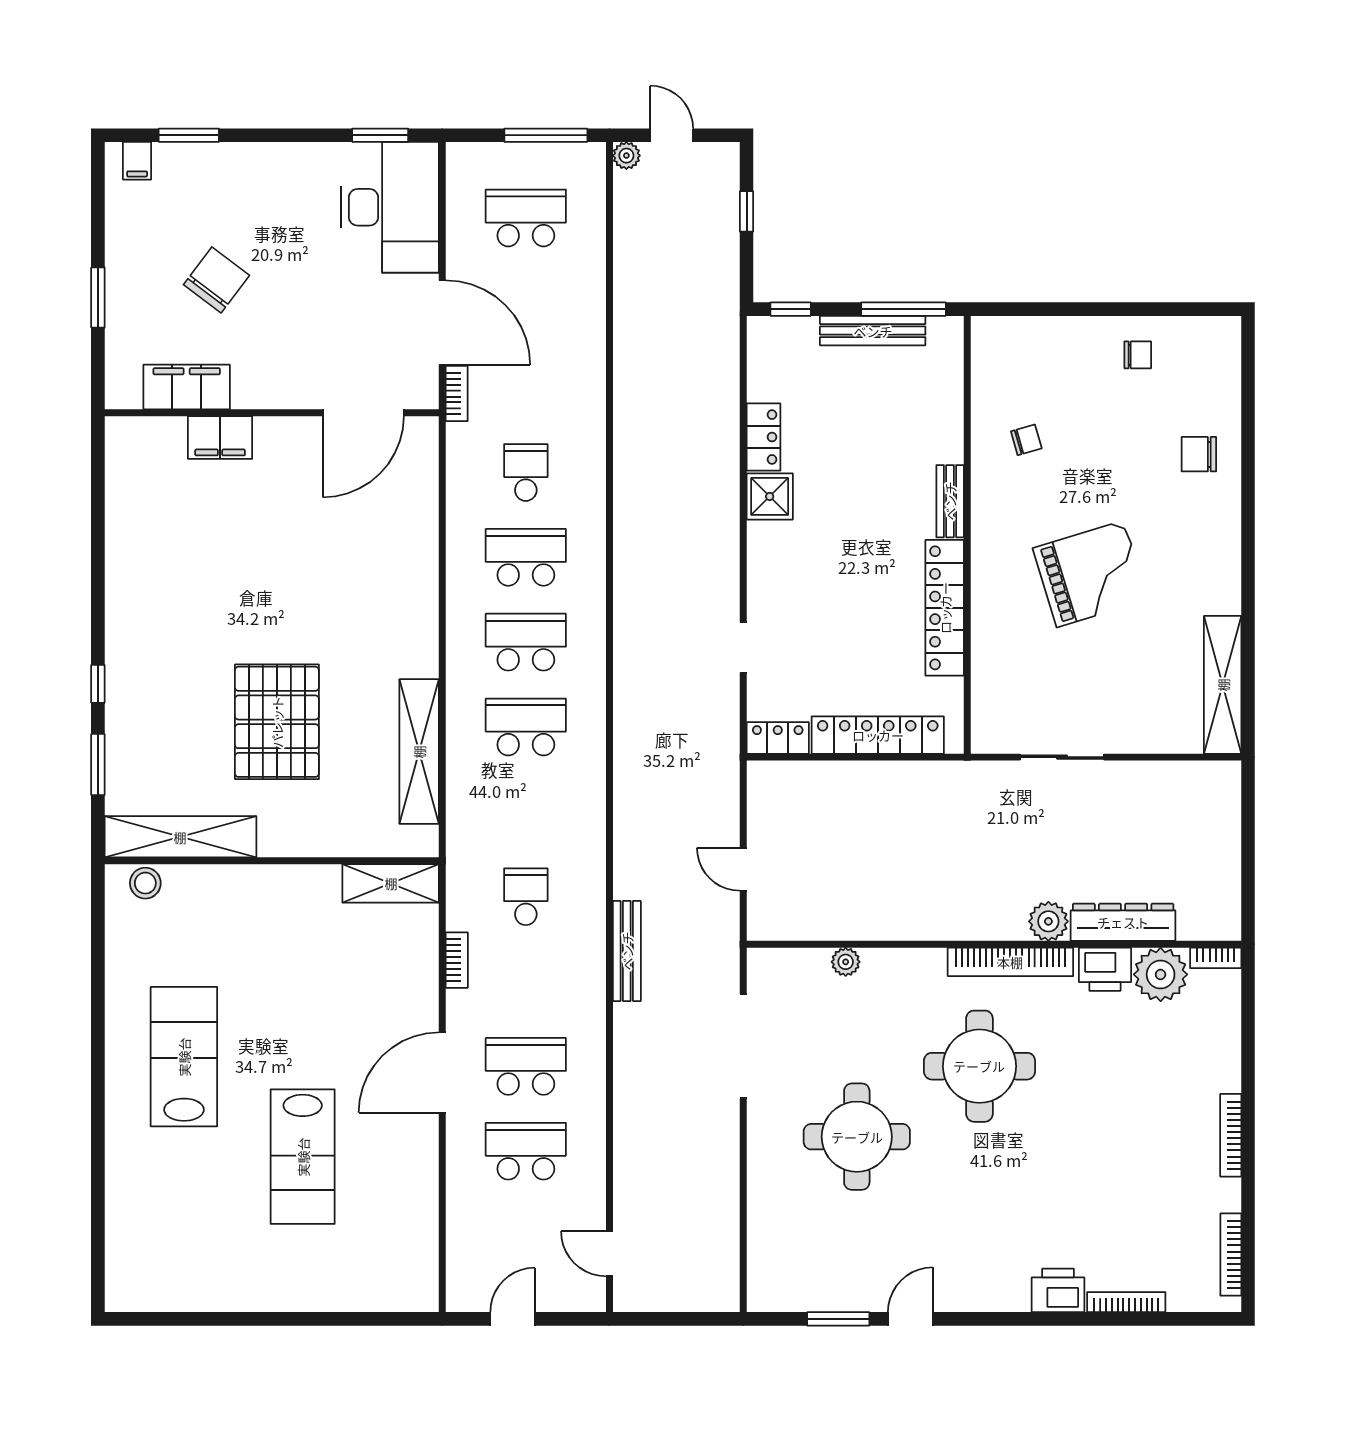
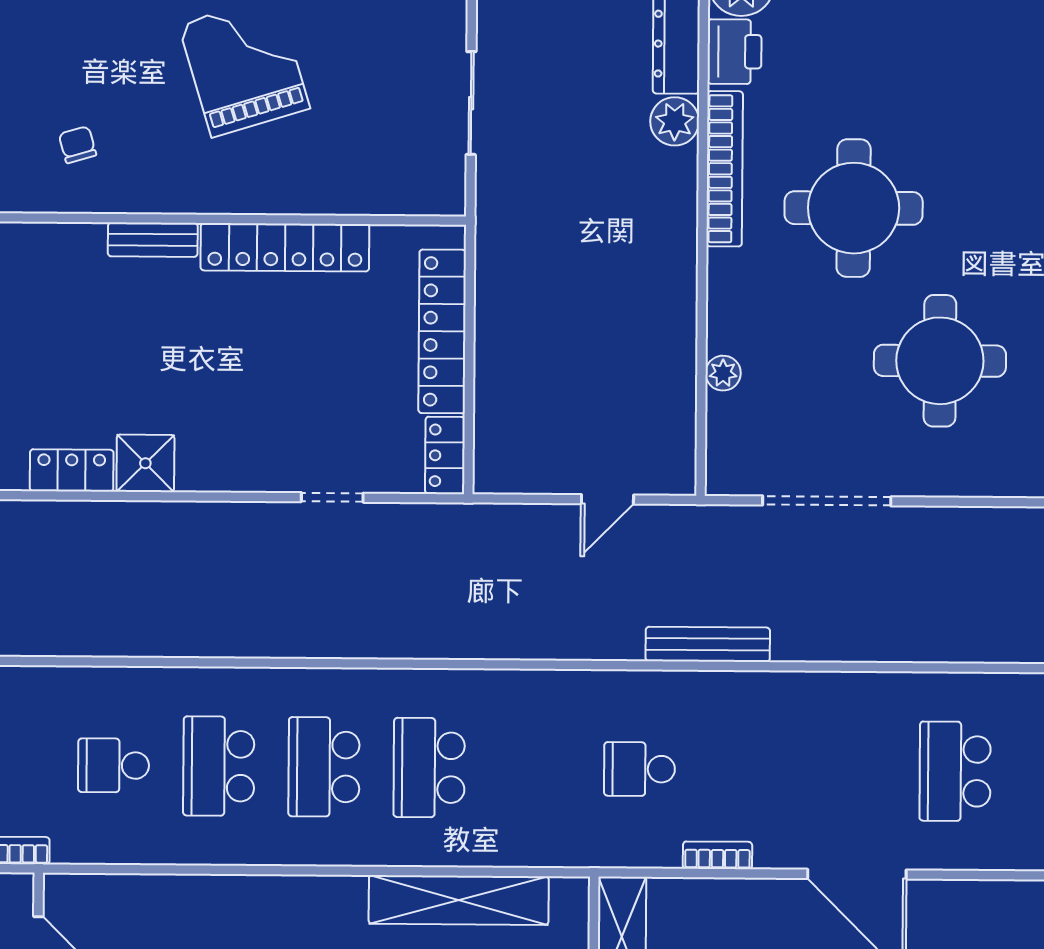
school desk: (526, 1066) -> (850, 771), removed

